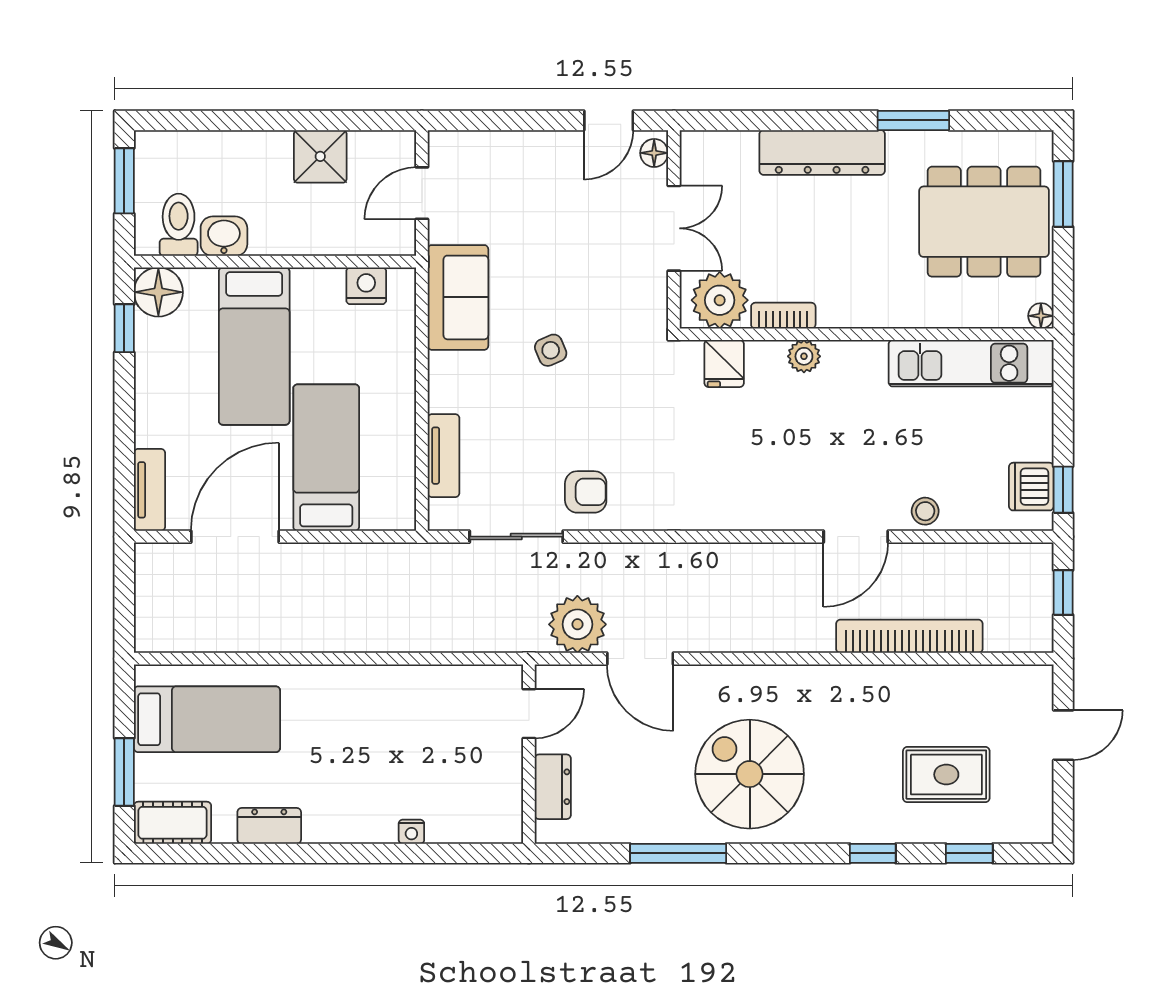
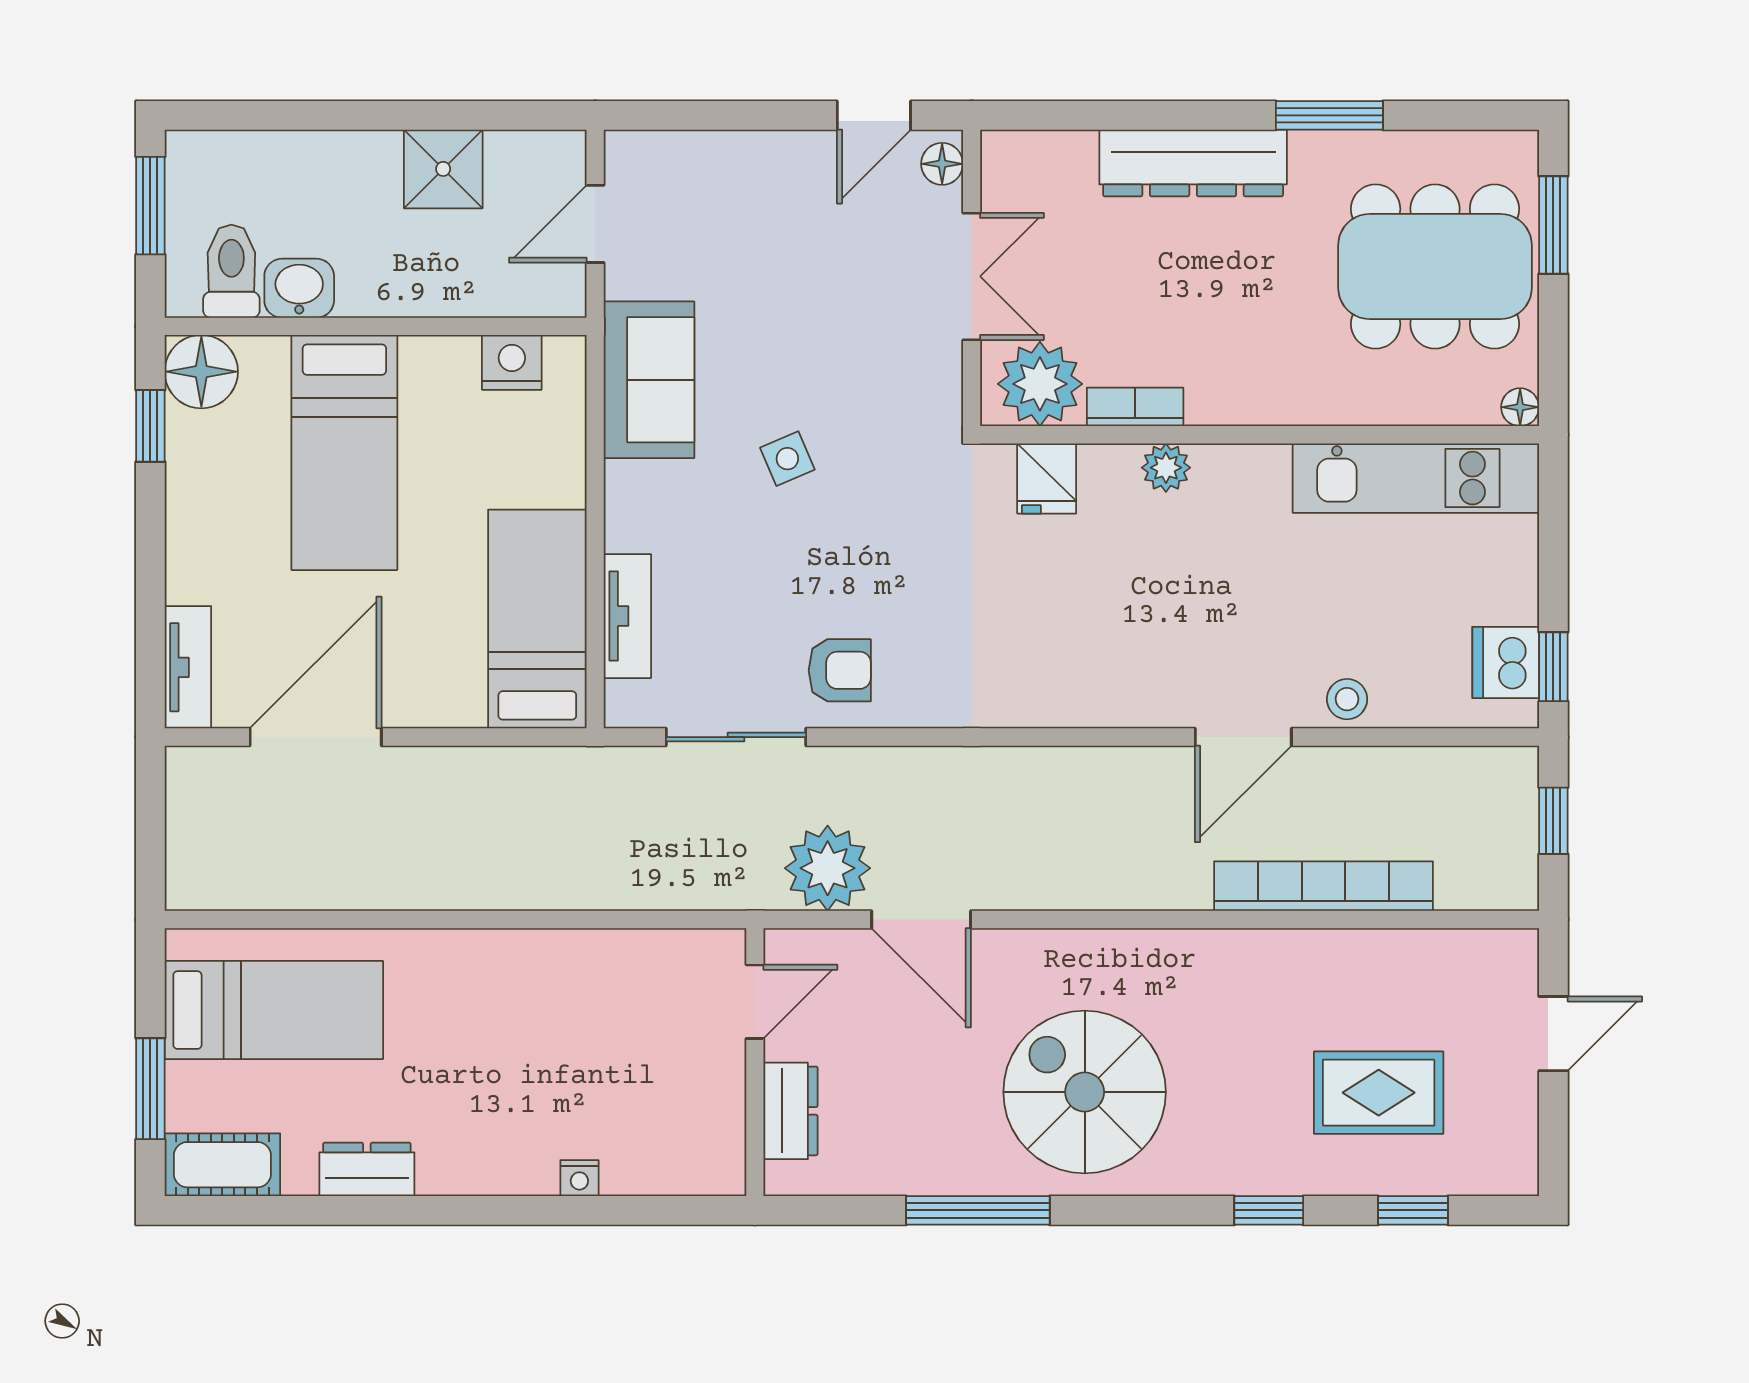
bed: (326, 458) -> (537, 619), moved

